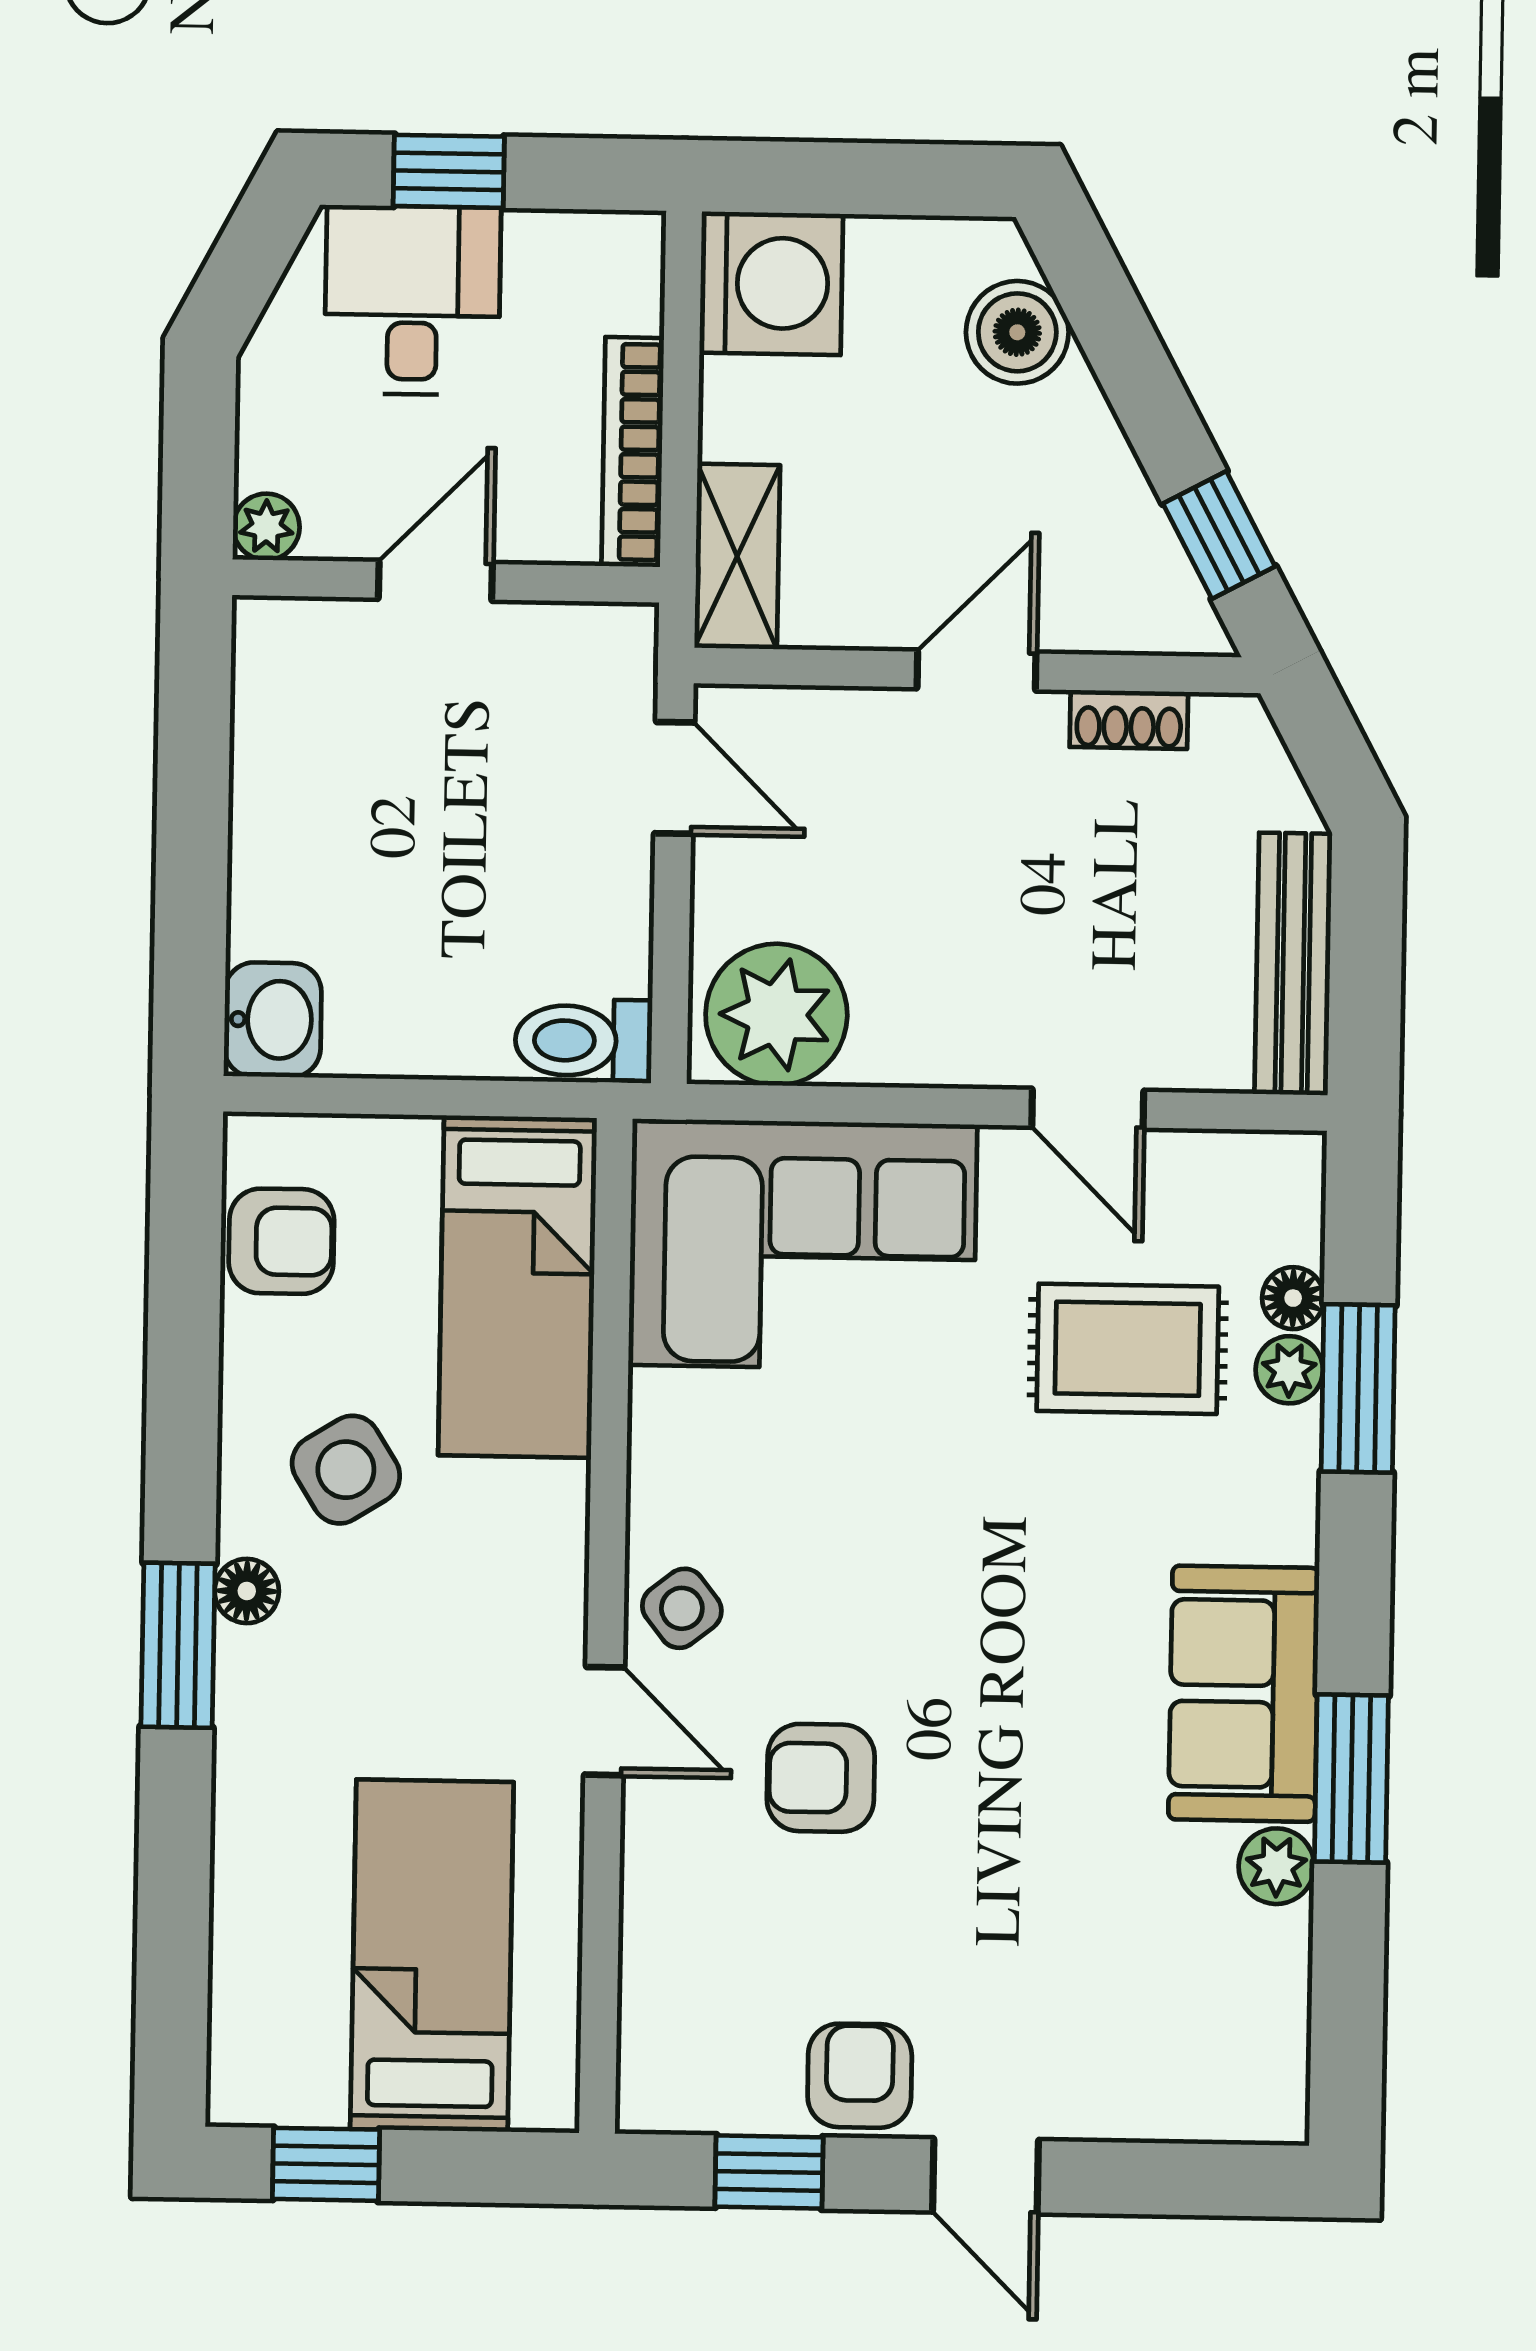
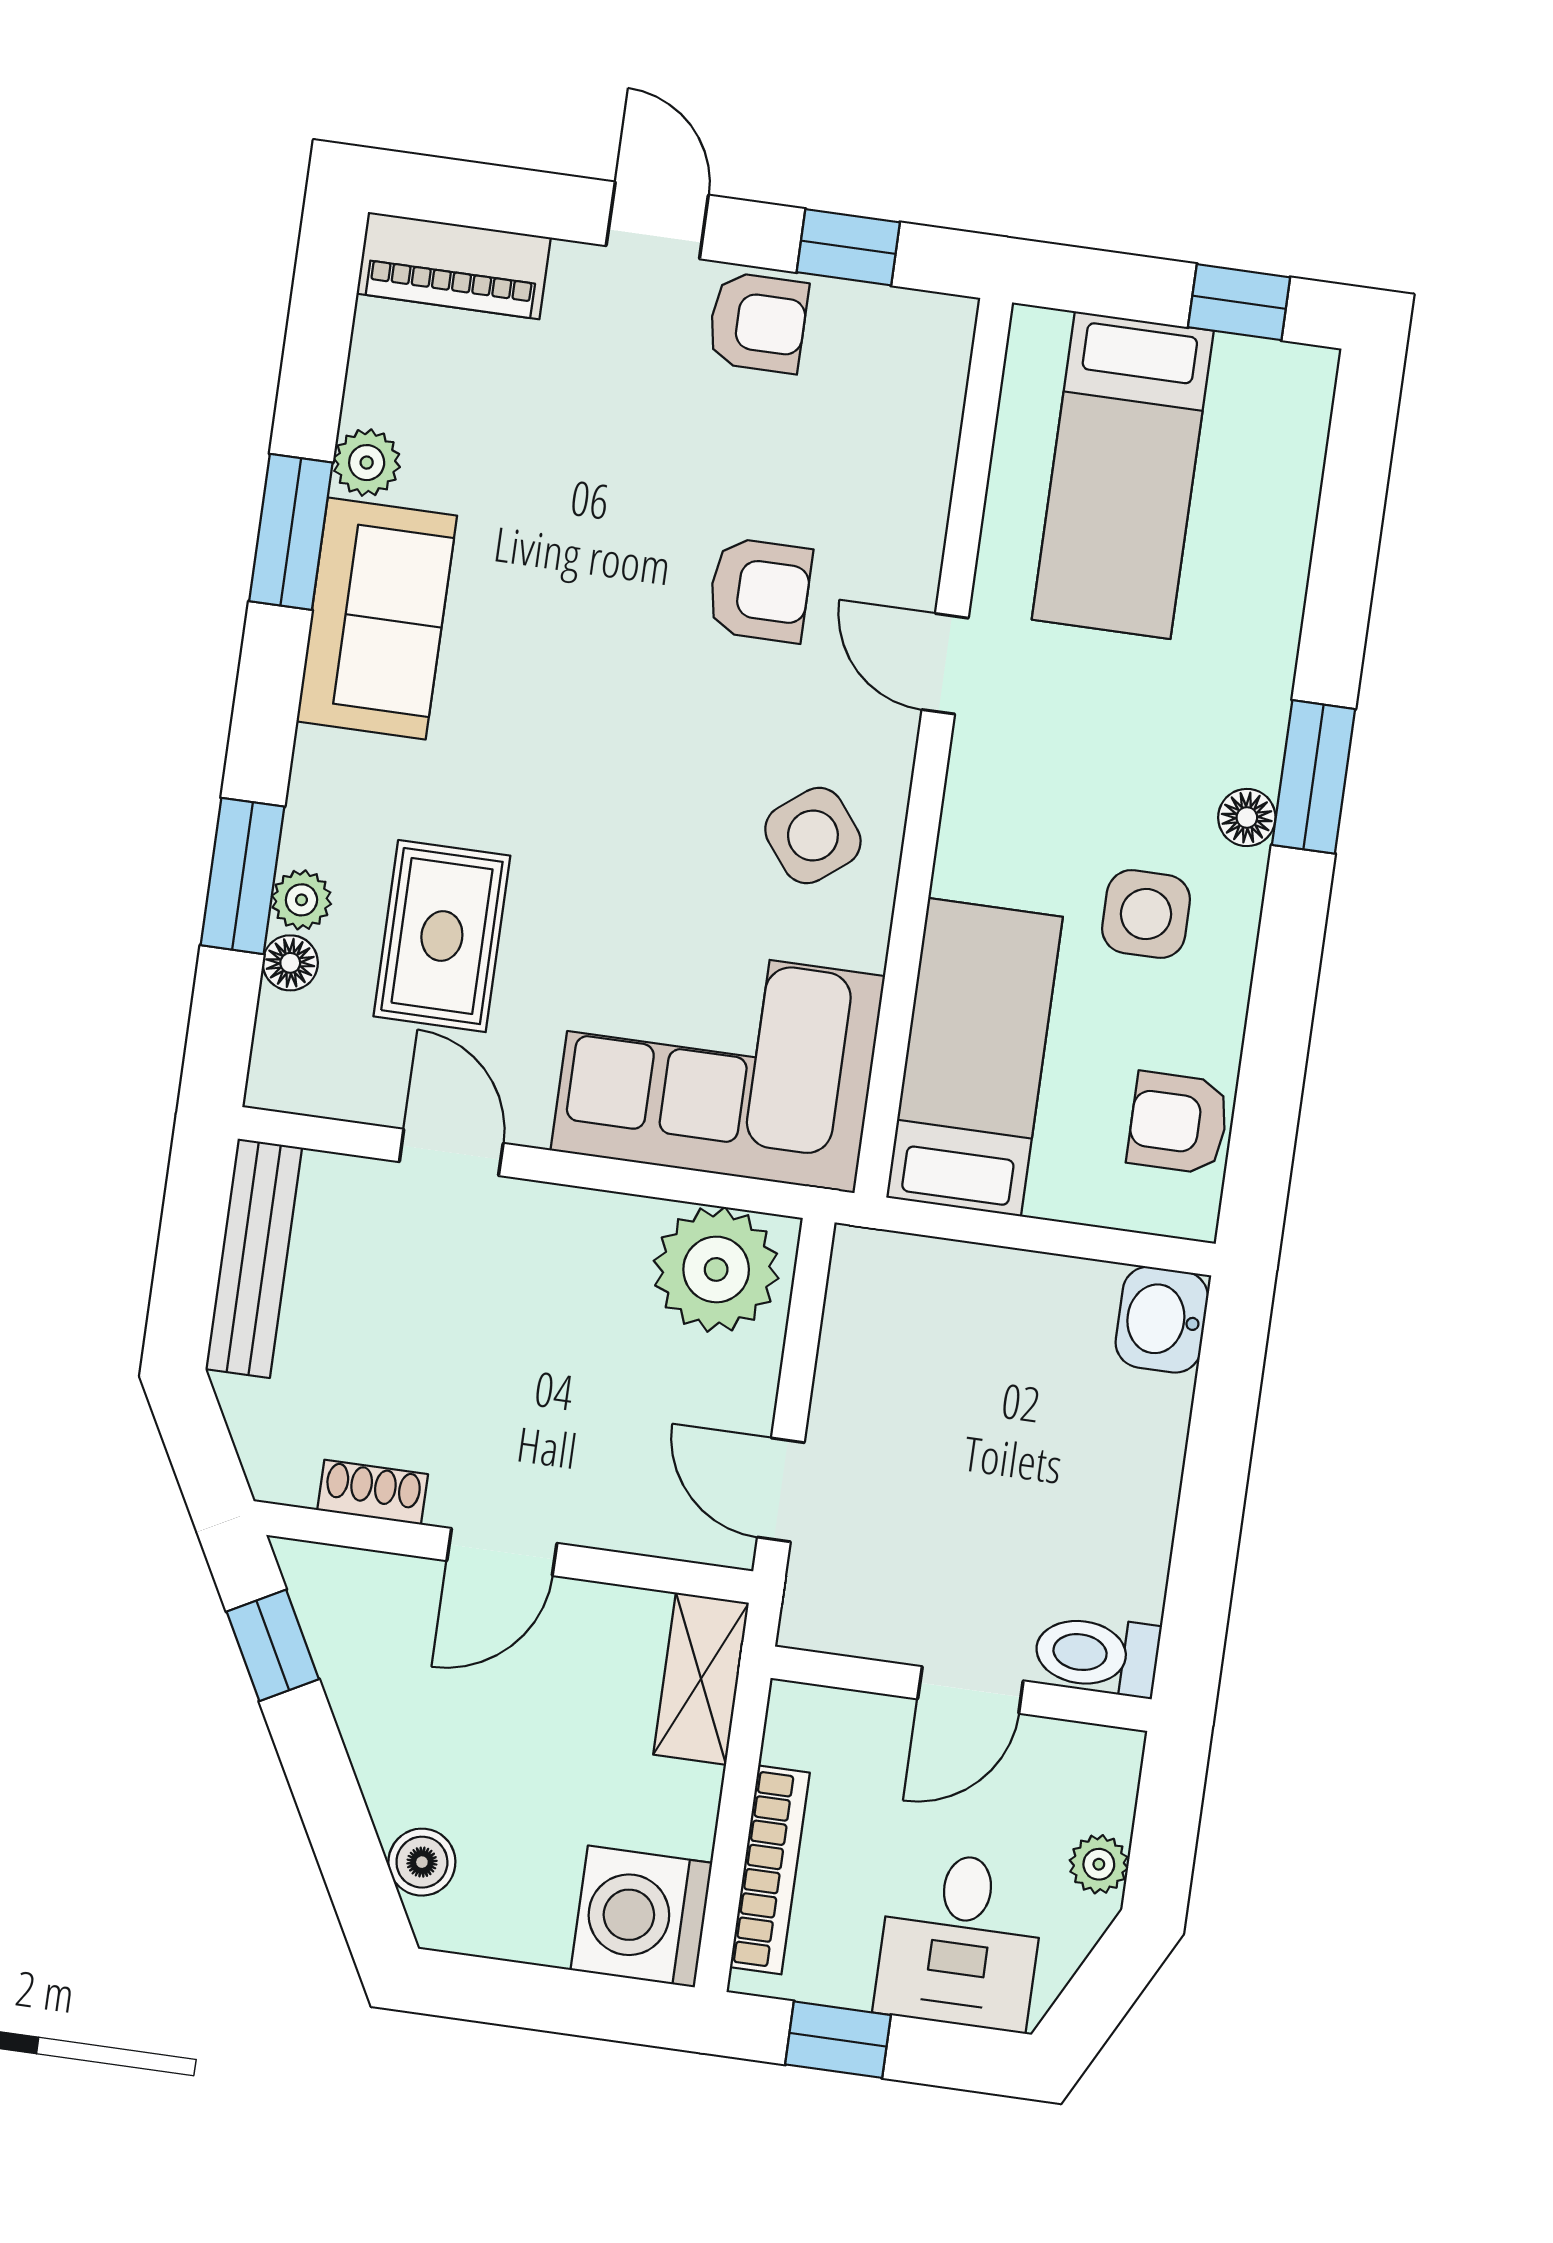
window: (449, 171) -> (838, 2040), moved
boiler: (1017, 332) -> (422, 1862), width x0.73, depth x0.73
bookcase: (633, 452) -> (770, 1870), moved
plant: (266, 527) -> (1099, 1864), moved
toilet: (583, 1041) -> (1097, 1654), moved, turned 180
rug: (1128, 1349) -> (442, 936), turned 90
side table: (346, 1470) -> (1146, 914), turned 32
side table: (682, 1608) -> (813, 836), moved, width x1.37, depth x1.37
armchair: (860, 2076) -> (758, 323), turned -90
piano: (1206, 2098) -> (454, 266), added

